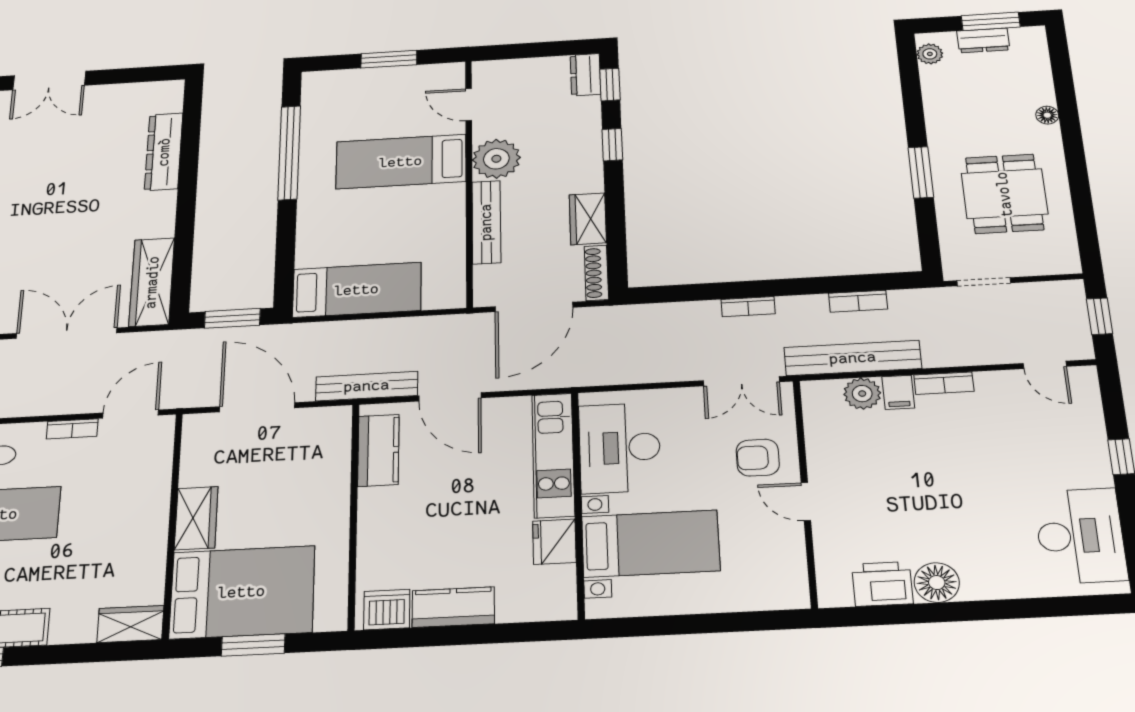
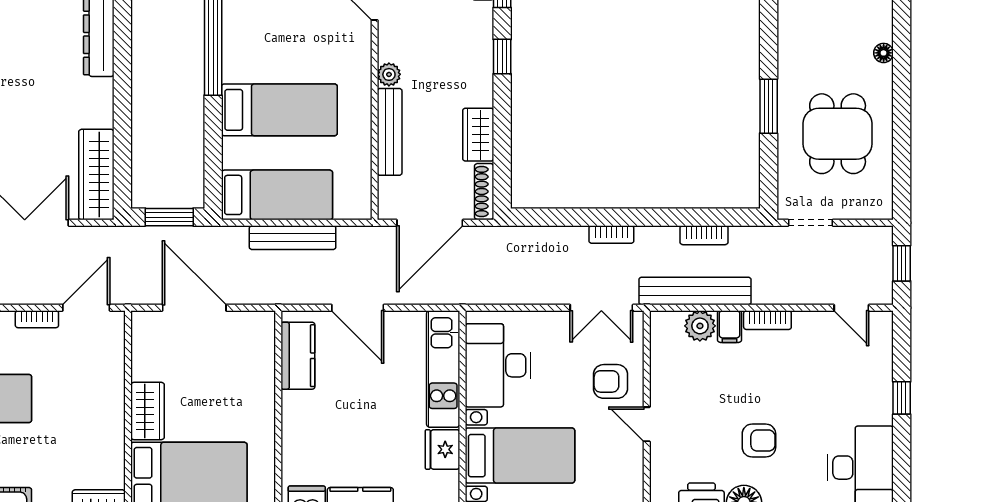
plant: (496, 159) -> (389, 74), width x0.53, depth x0.53
bed: (401, 162) -> (279, 110), moved, turned 180
bench: (367, 386) -> (293, 238), moved
armchair: (948, 512) -> (759, 441), added

